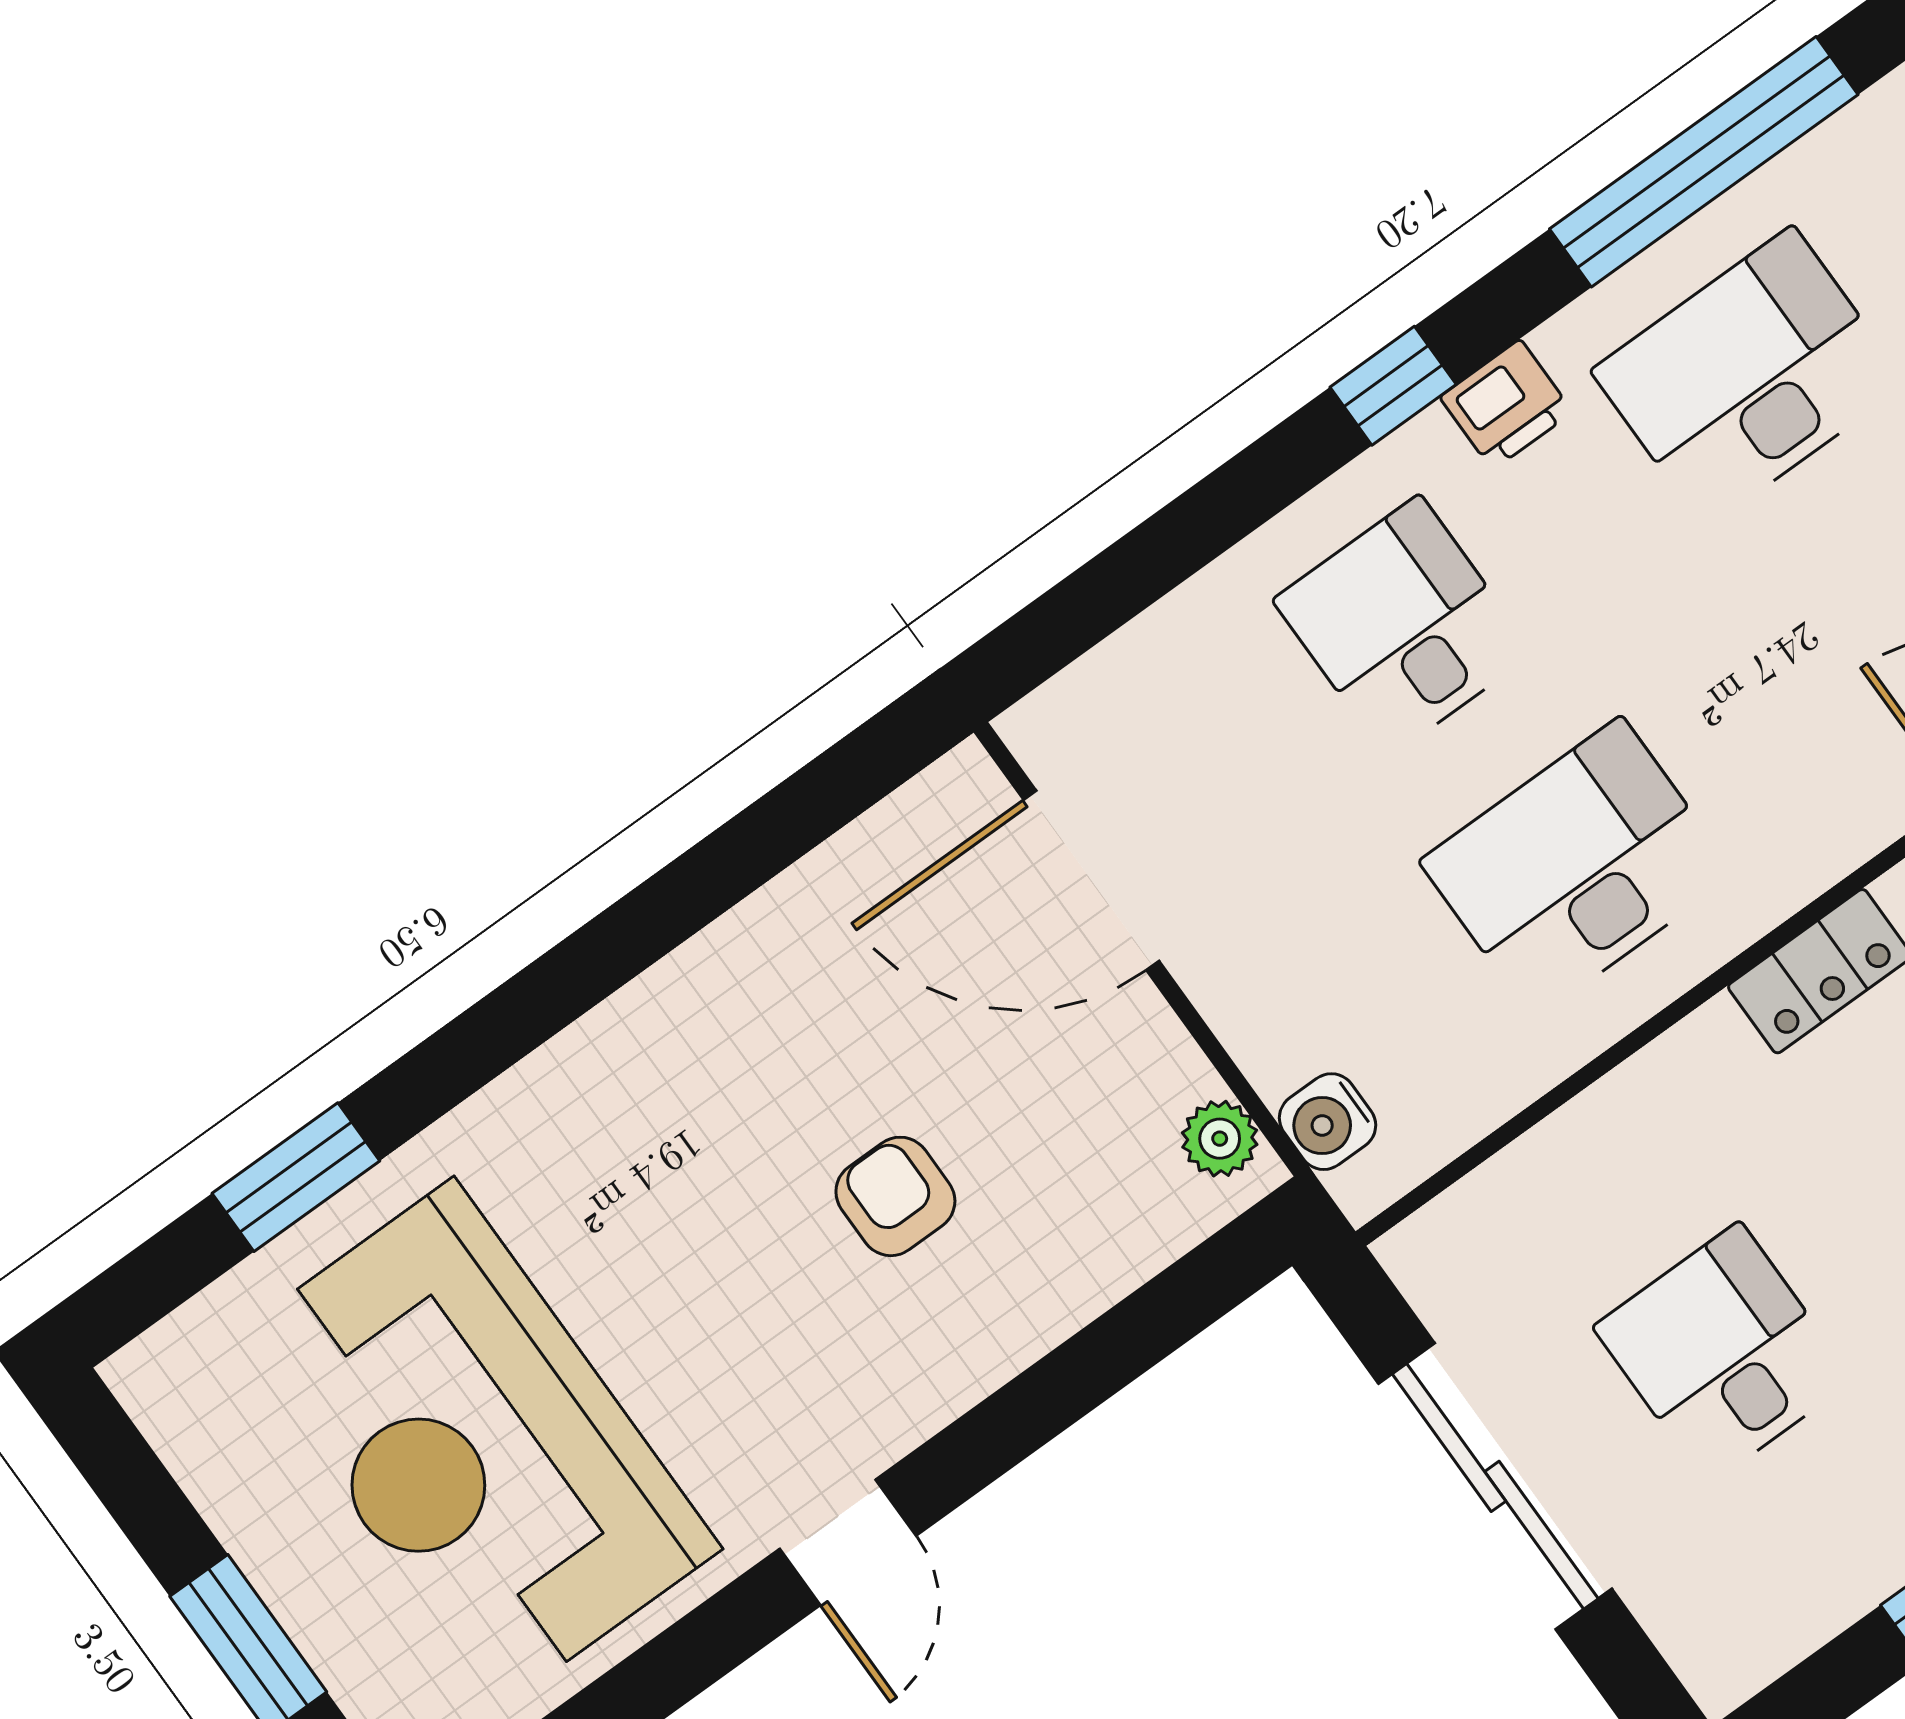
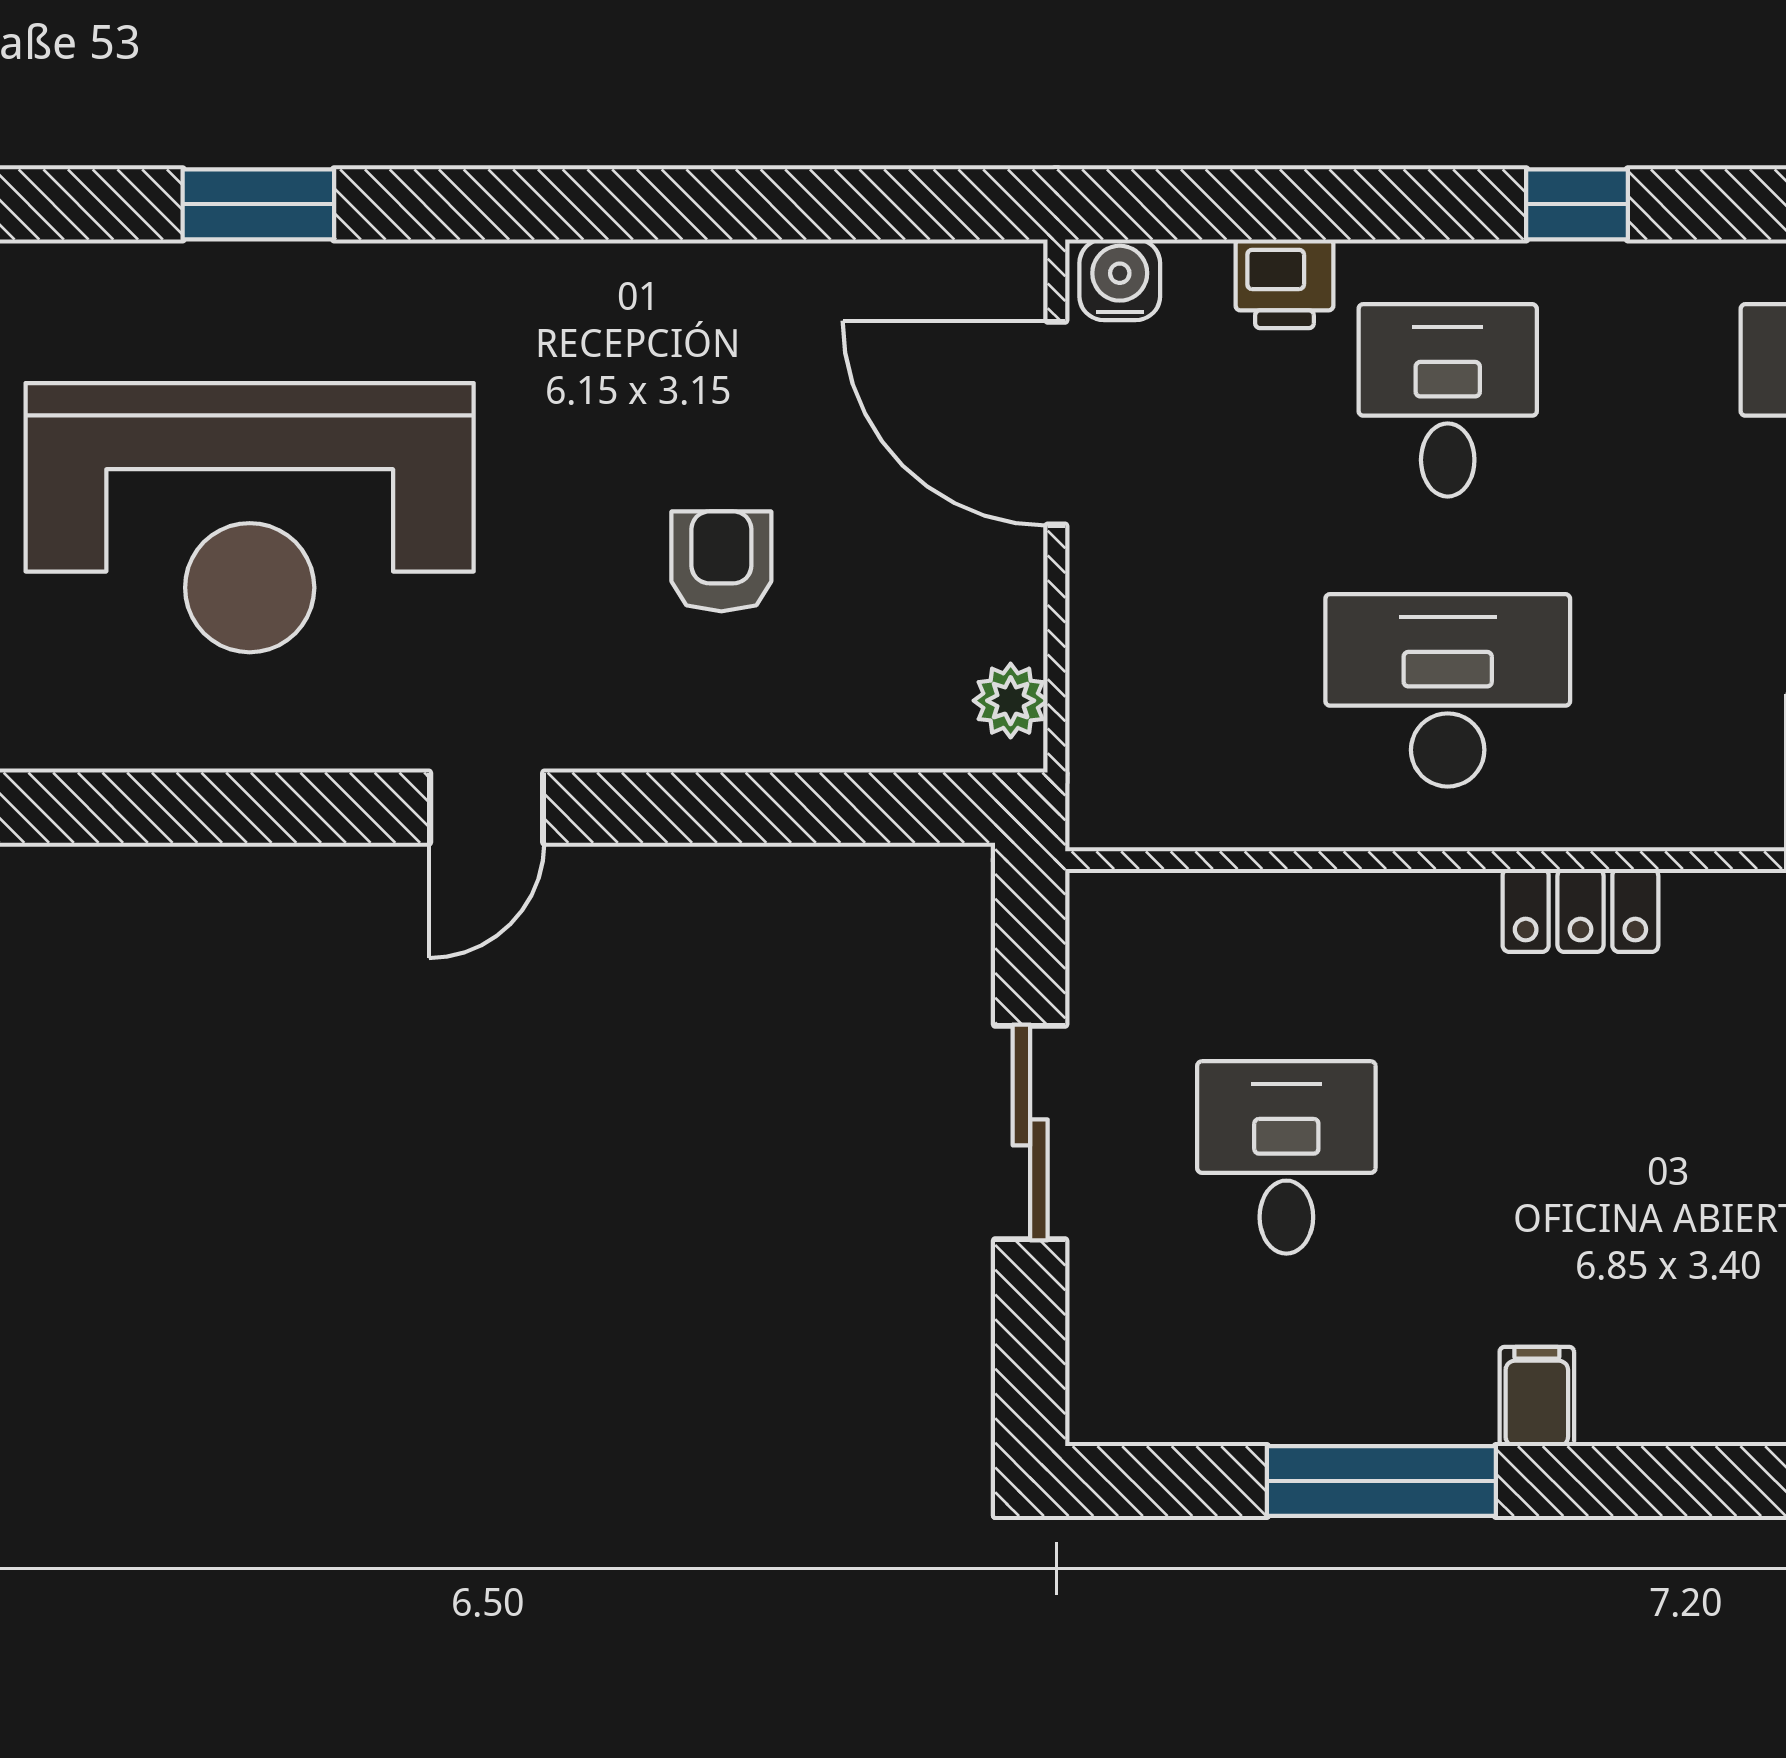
printer: (1506, 405) -> (1284, 284), moved
water cooler: (1328, 1122) -> (1120, 280), moved, turned 90
reception desk: (477, 1443) -> (250, 518), turned -90
sliding door: (1495, 1486) -> (1030, 1132), width x0.73

